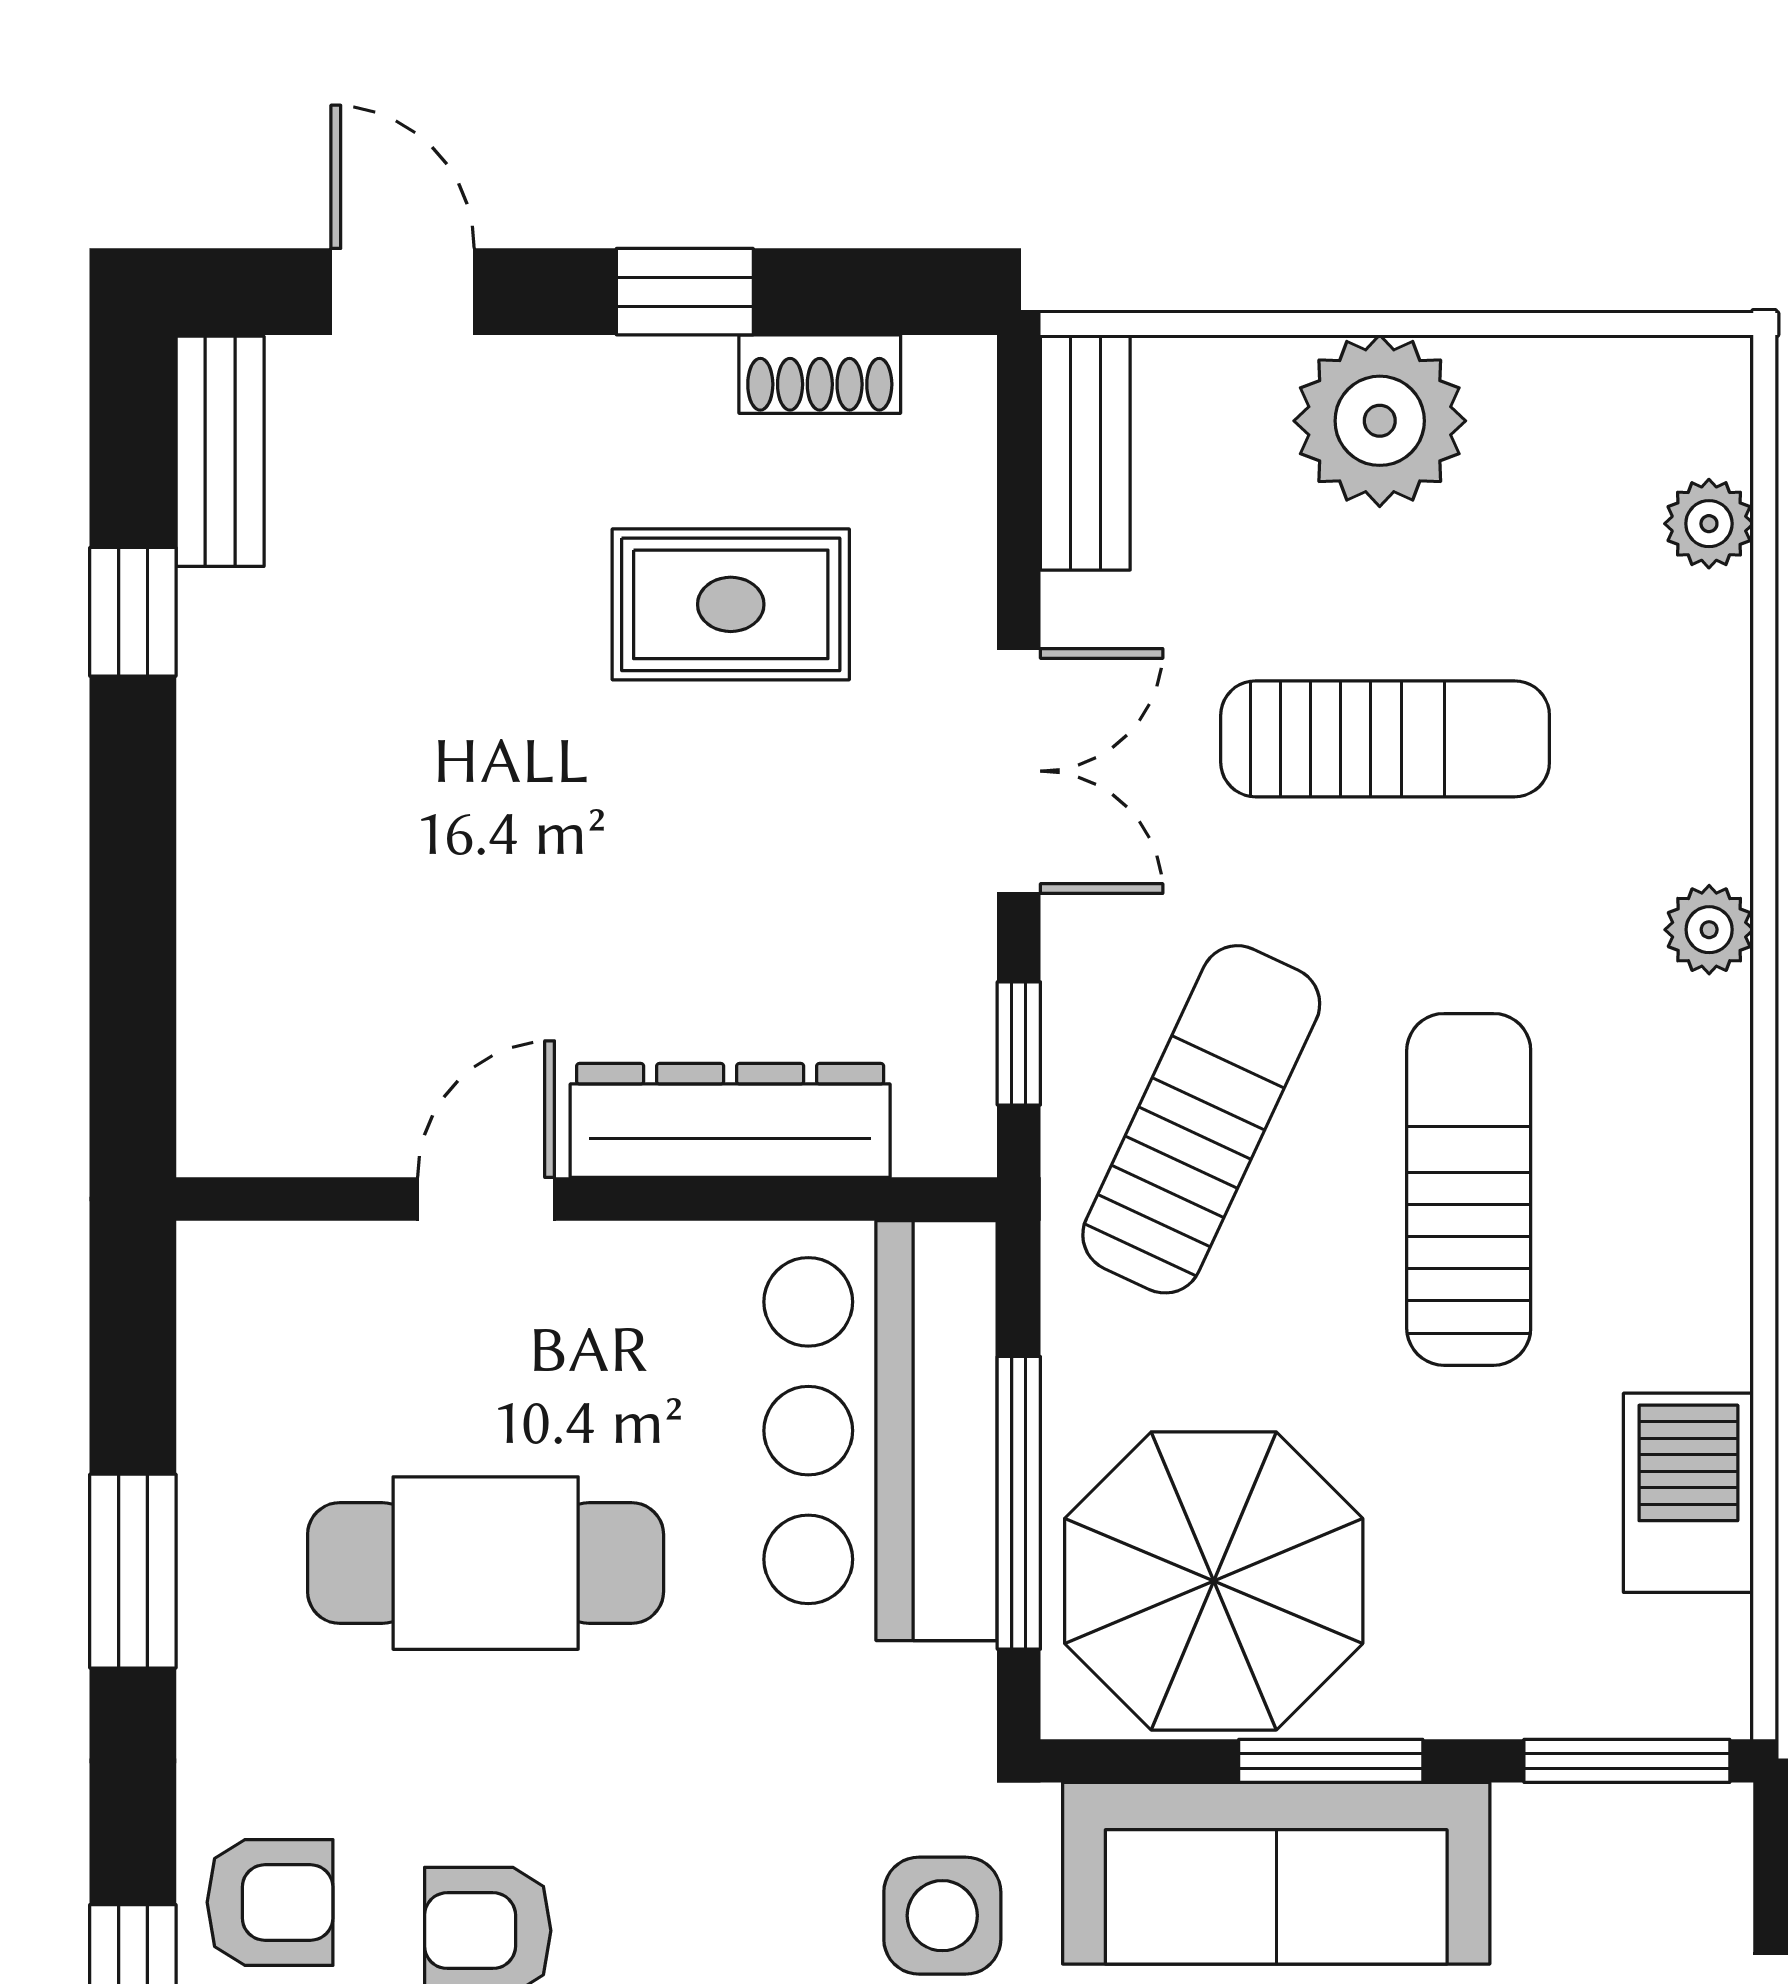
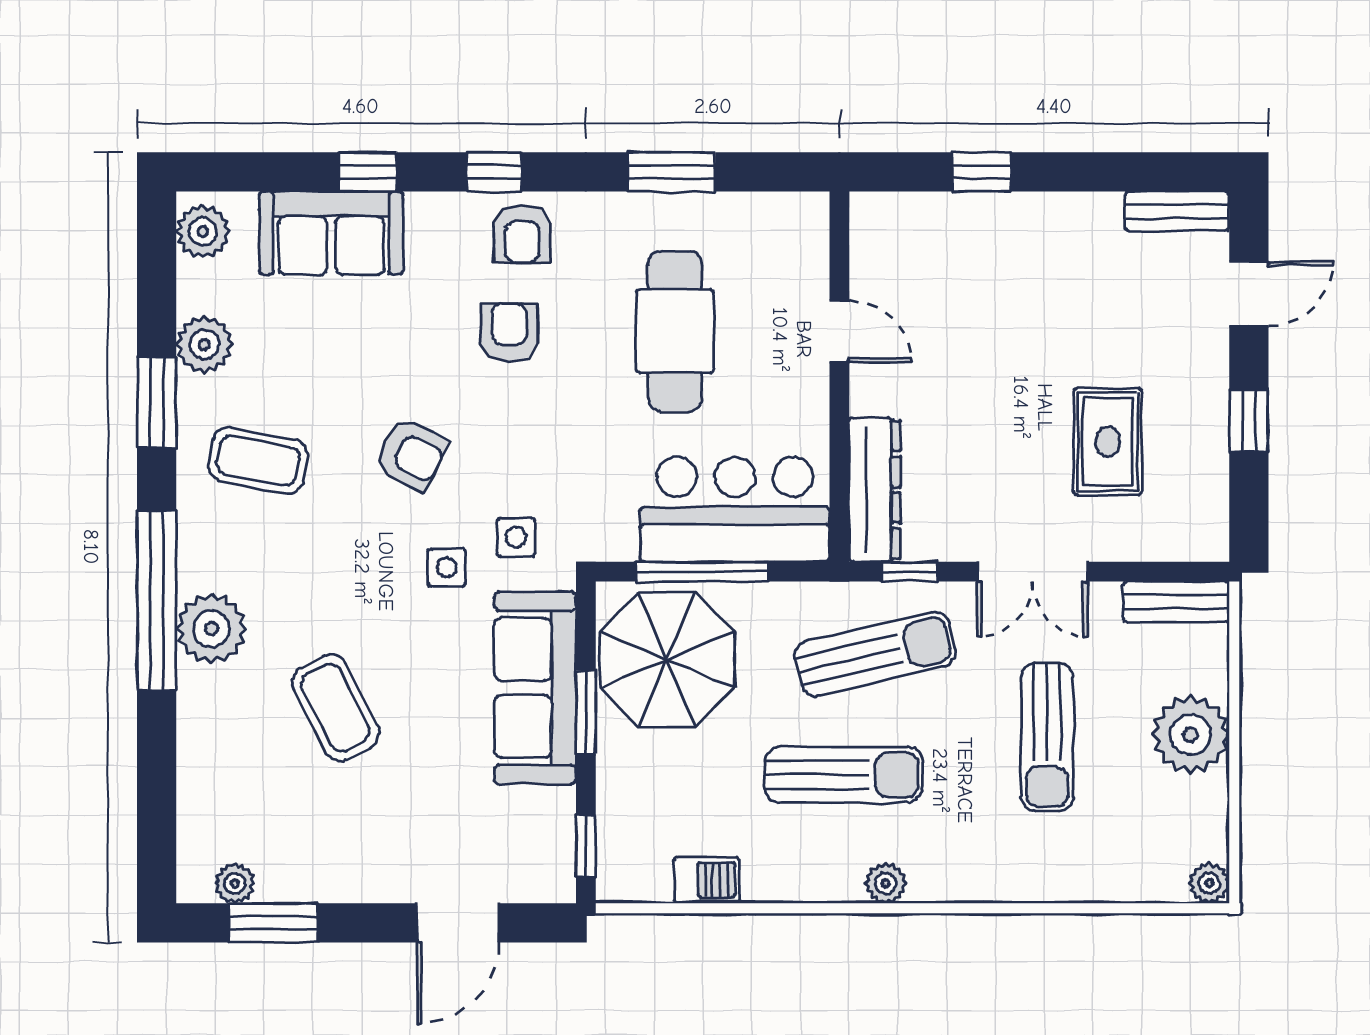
shoe rack: (820, 374) -> (1212, 482), removed
plant: (1709, 524) -> (1209, 883), moved
window: (133, 612) -> (982, 172), moved
plant: (1709, 930) -> (886, 883), moved
sun lounger: (1201, 1119) -> (875, 654), turned -38
dresser: (730, 1120) -> (875, 490), moved
barbecue: (1688, 1493) -> (707, 880), width x0.73, depth x0.79
window: (1627, 1761) -> (586, 846), width x0.67
side table: (942, 1916) -> (516, 537), width x0.73, depth x0.73

